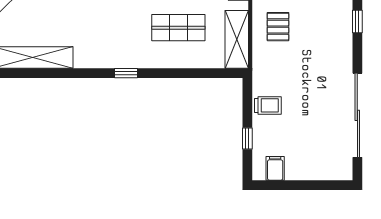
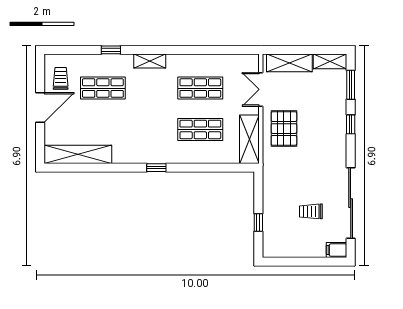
pallet: (278, 27) -> (284, 129), width x1.50, depth x1.42
trolley: (268, 105) -> (311, 211), moved, turned 180
filing cabinet: (275, 168) -> (337, 250), moved, turned -90

